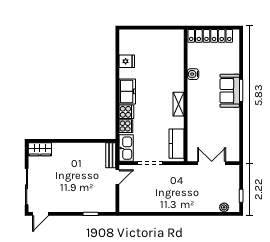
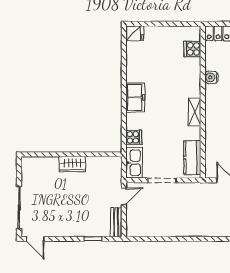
fridge: (127, 61) -> (135, 33), moved
cooker: (126, 112) -> (192, 49), moved, turned 180
wardrobe: (40, 149) -> (72, 164), moved
bench: (111, 155) -> (116, 222), moved
door: (40, 214) -> (35, 239), hinge flipped

